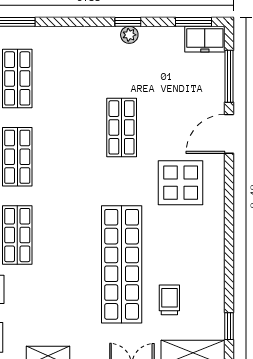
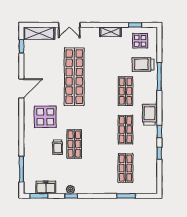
freezer: (205, 39) -> (46, 187), moved
door: (229, 134) -> (21, 88), moved
trolley: (169, 300) -> (58, 147), moved

